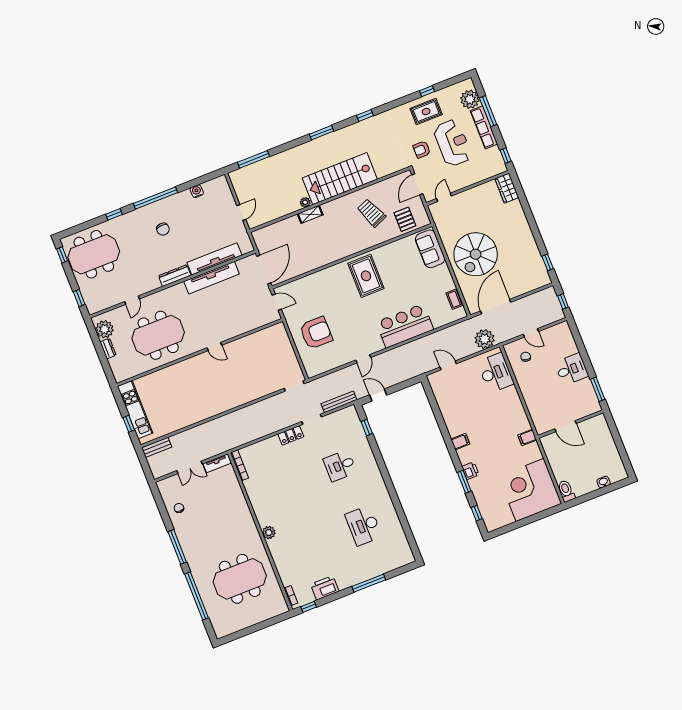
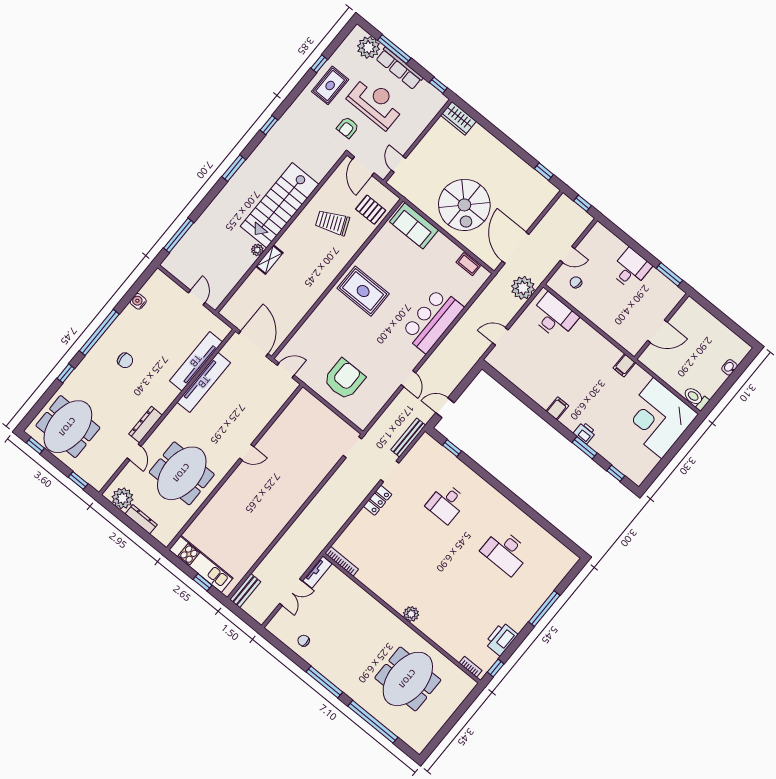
dresser: (175, 276) -> (146, 425), moved
dresser: (108, 349) -> (141, 519), width x1.44

